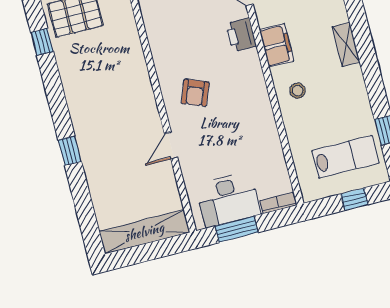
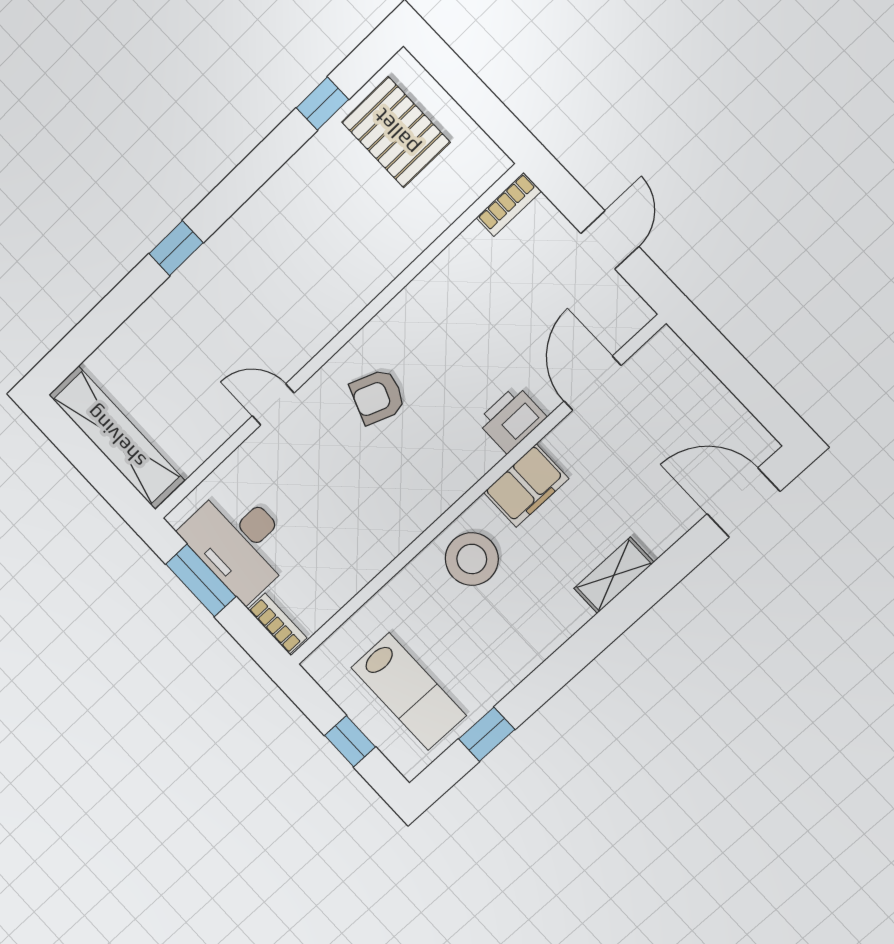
shelving: (346, 44) -> (614, 575), moved
stool: (298, 91) -> (472, 559), width x1.89, depth x1.89

